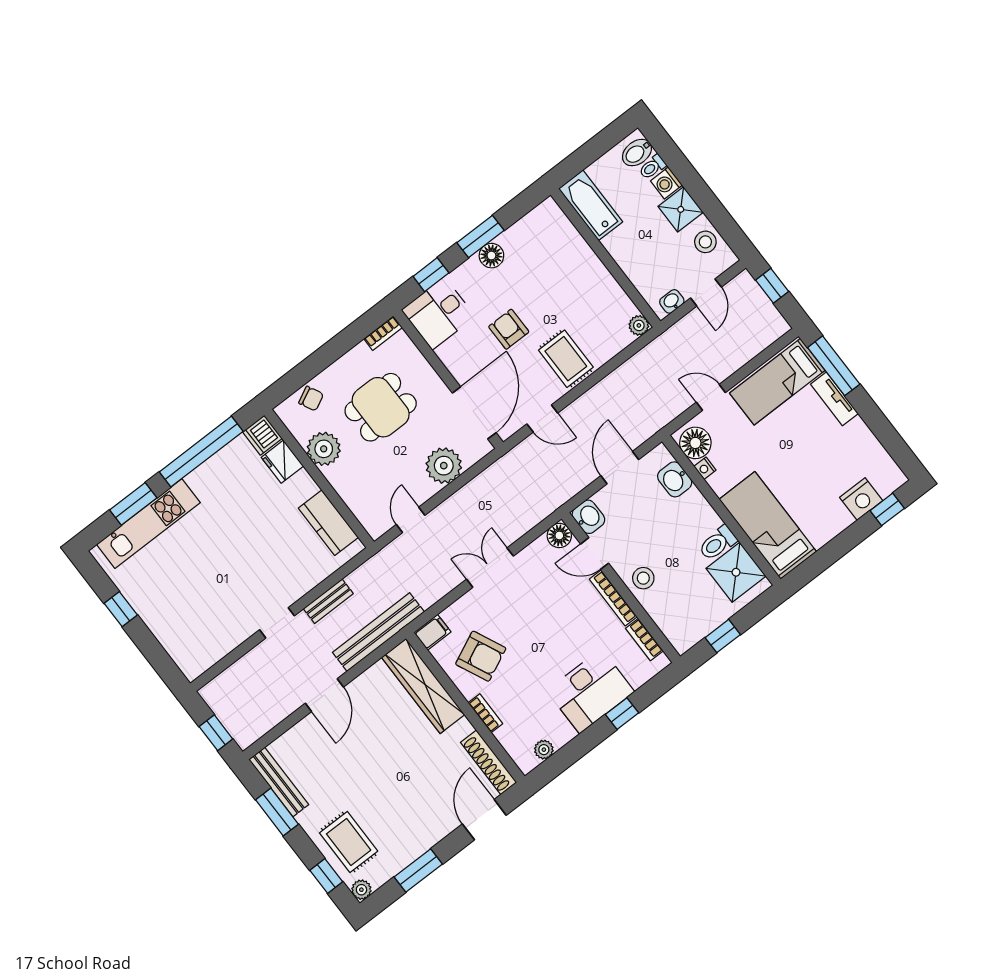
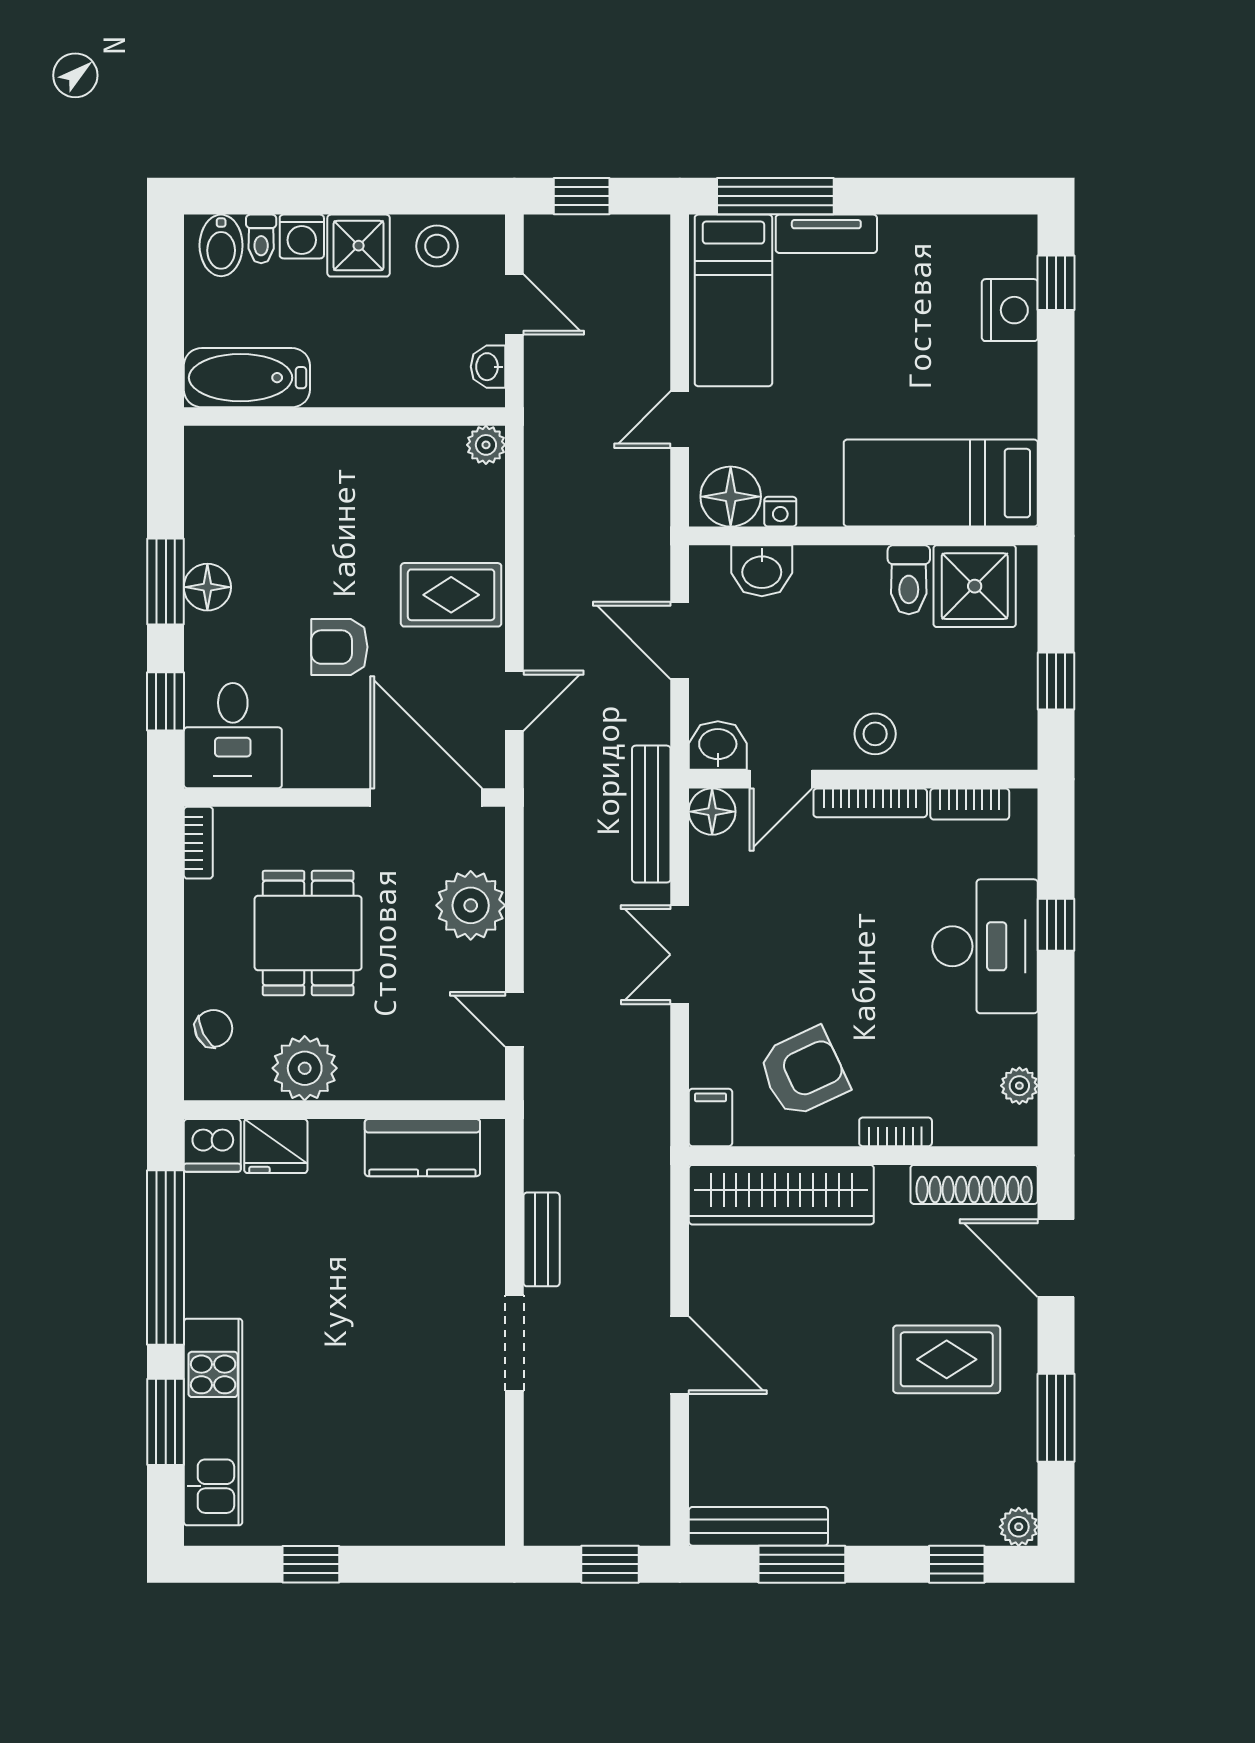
doorway: (277, 623) -> (514, 1343), width x1.38
bench: (378, 632) -> (651, 814), moved, width x0.73, depth x0.82
rug: (349, 842) -> (947, 1359), moved

